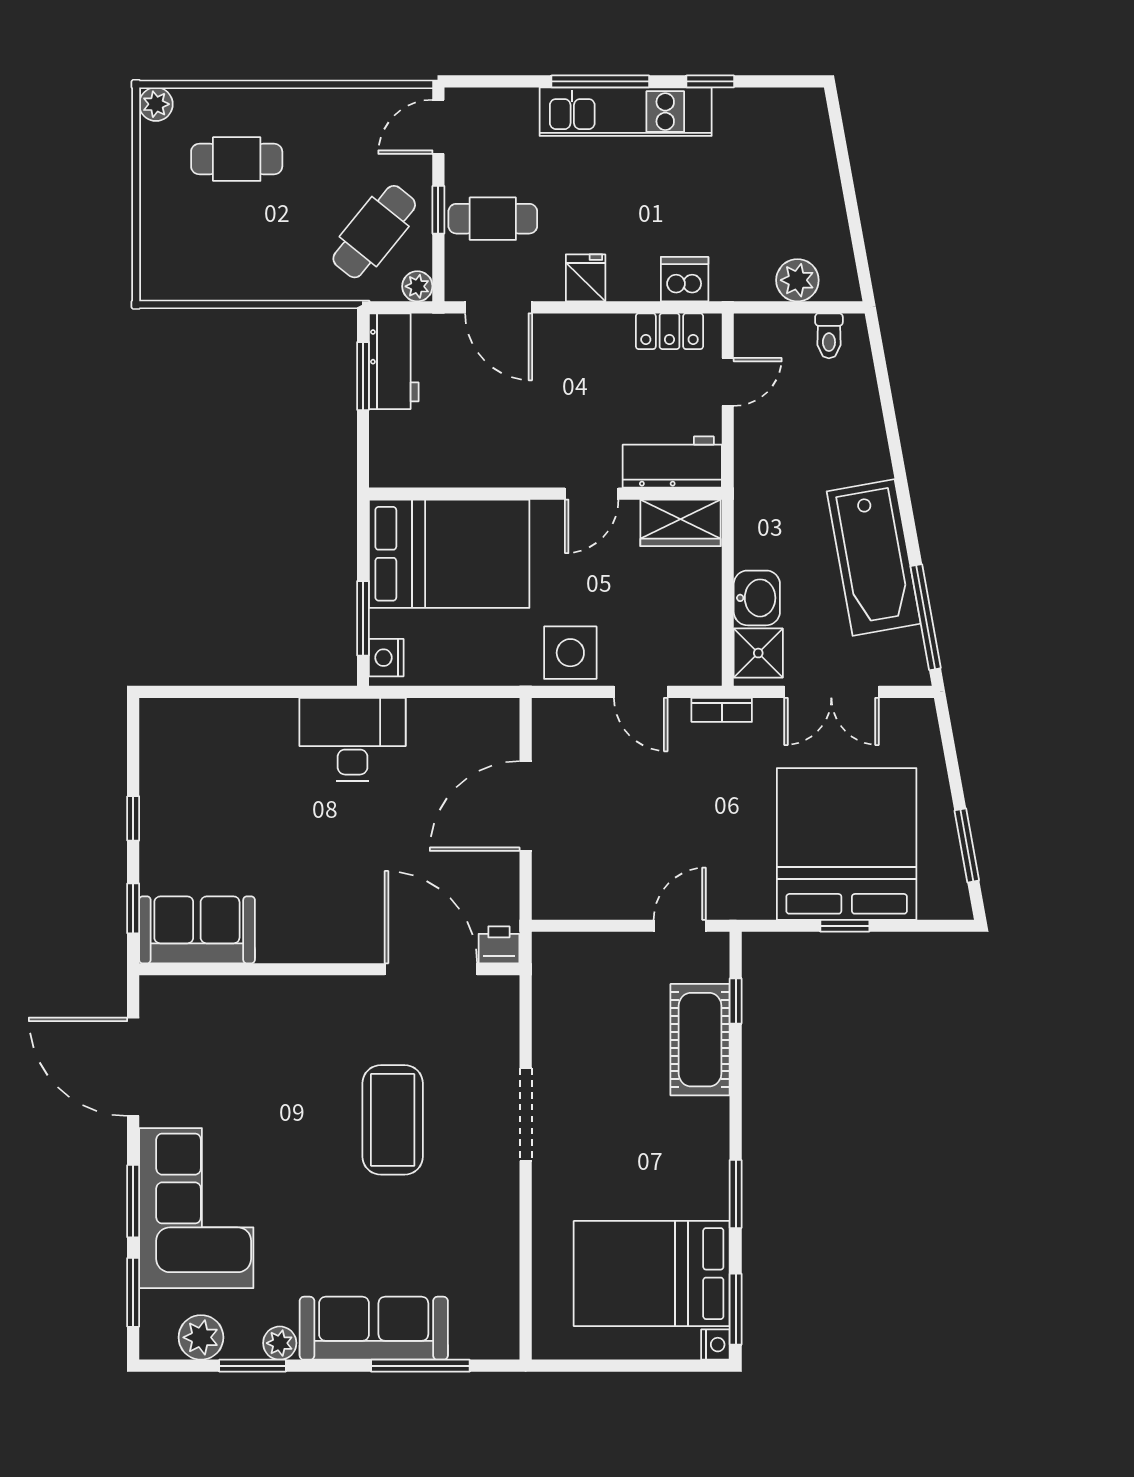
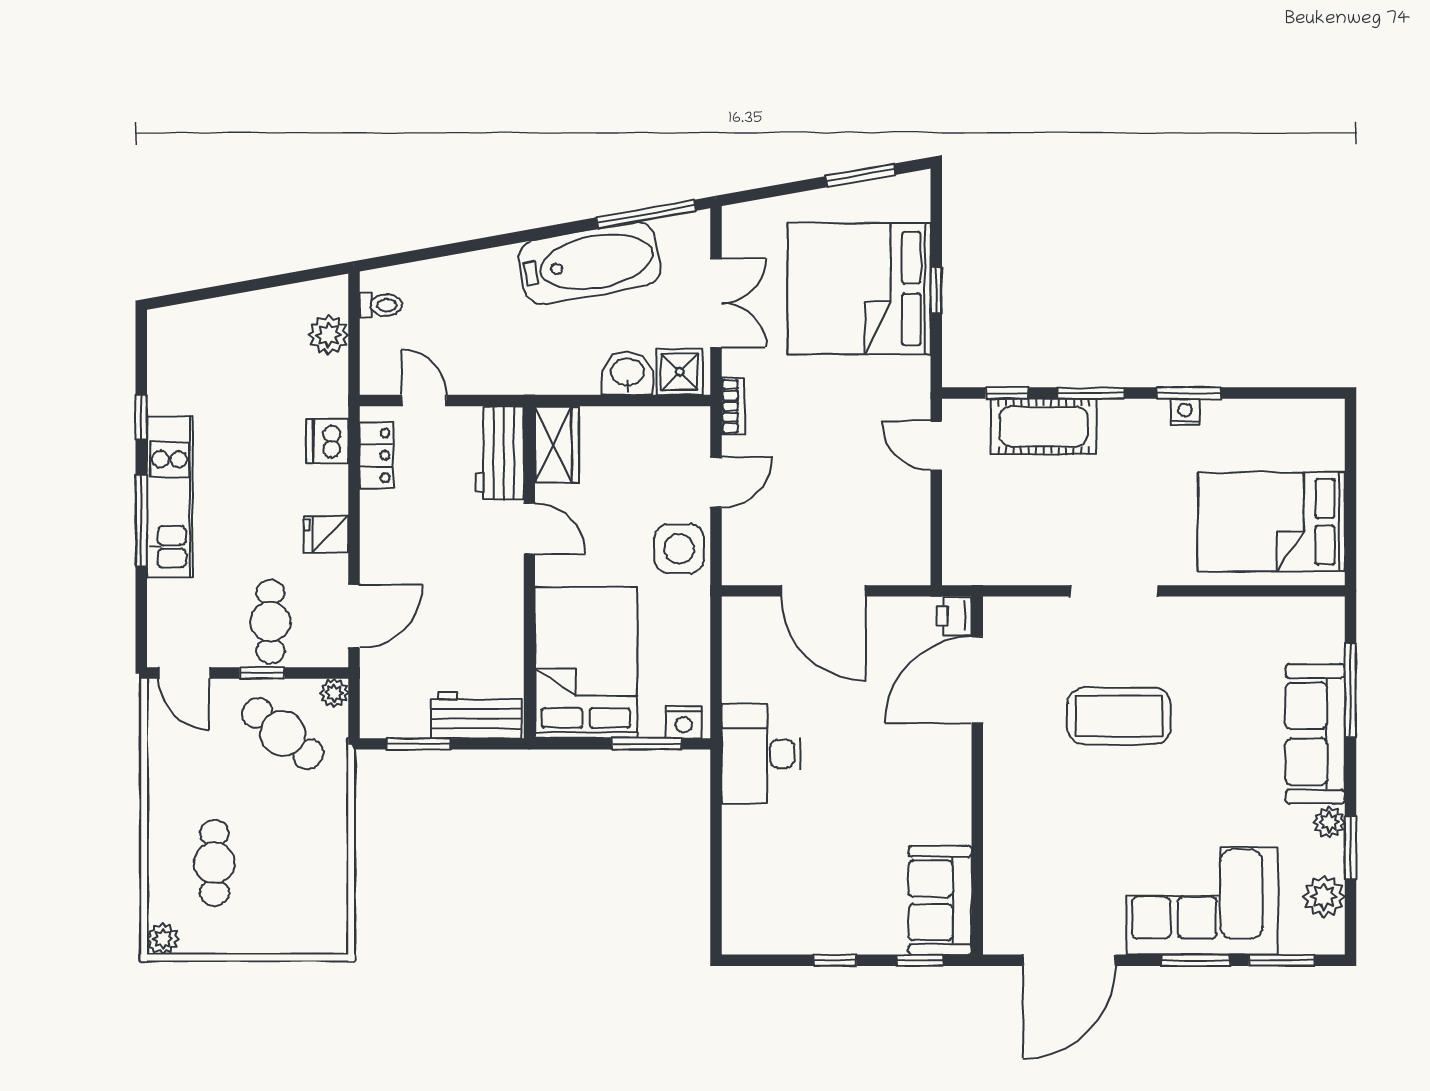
workbench: (394, 361) -> (476, 715), moved
bed: (652, 1274) -> (1271, 522), moved, turned 90
window: (736, 1309) -> (1091, 393), moved
nightstand: (715, 1345) -> (1185, 412), moved

